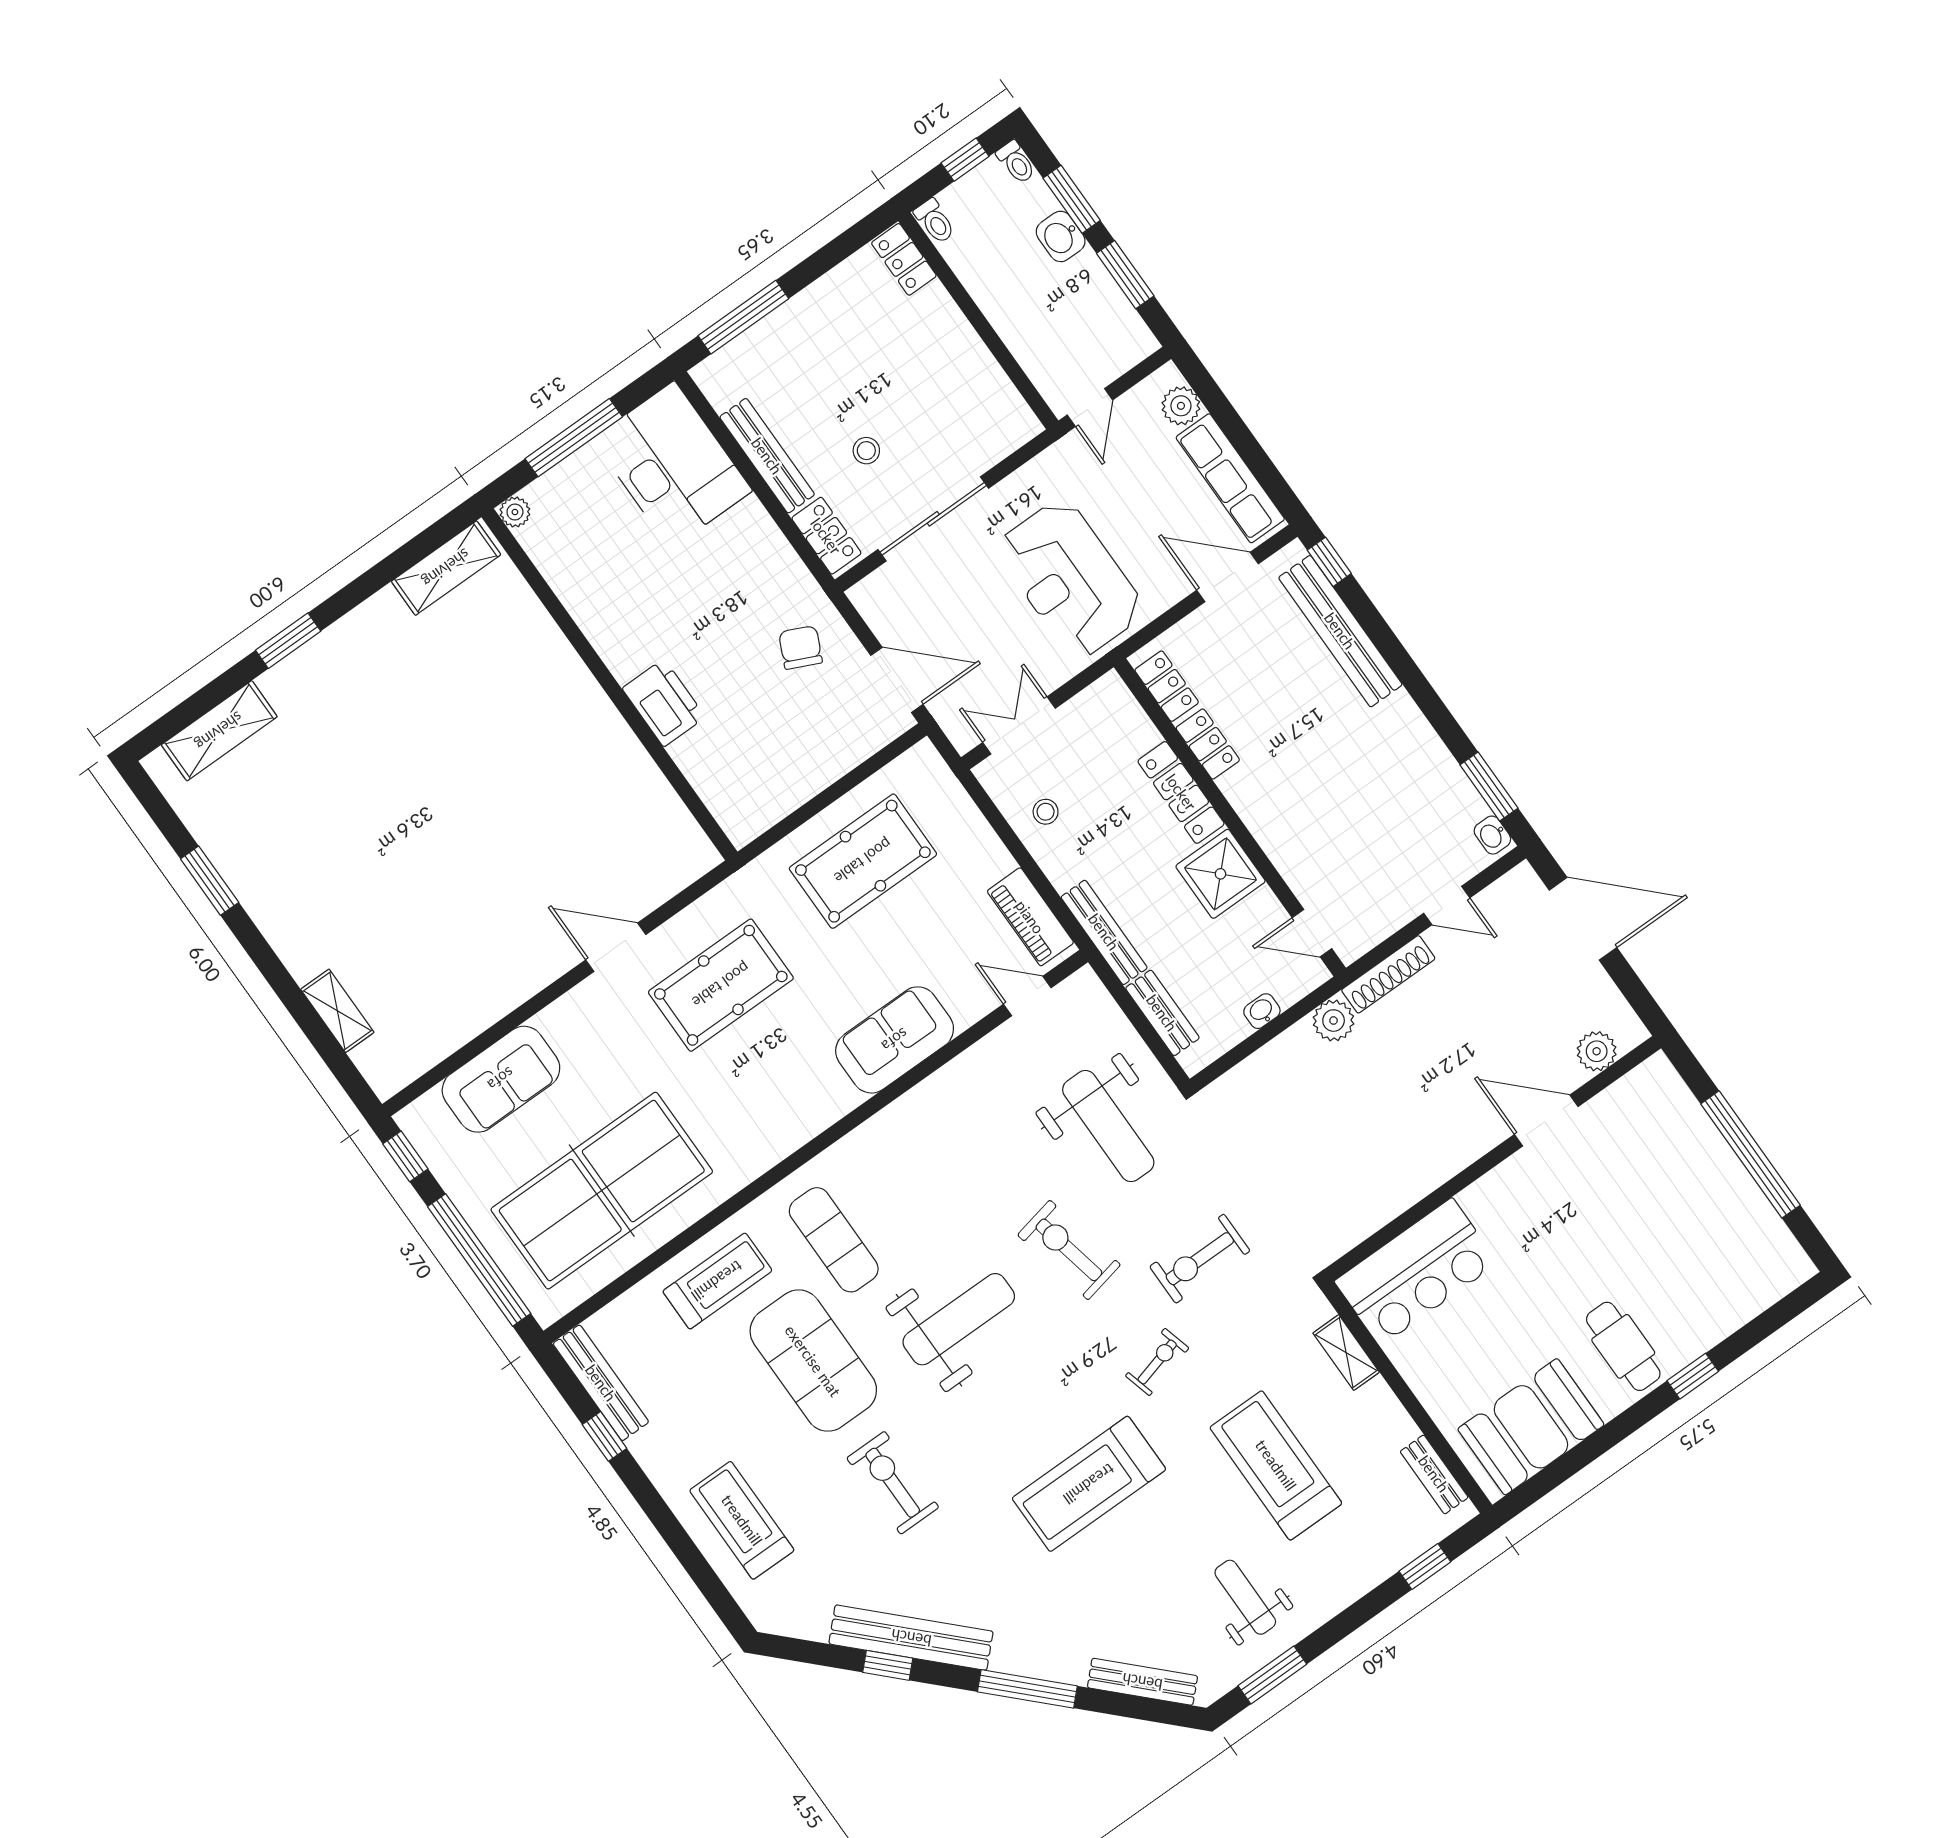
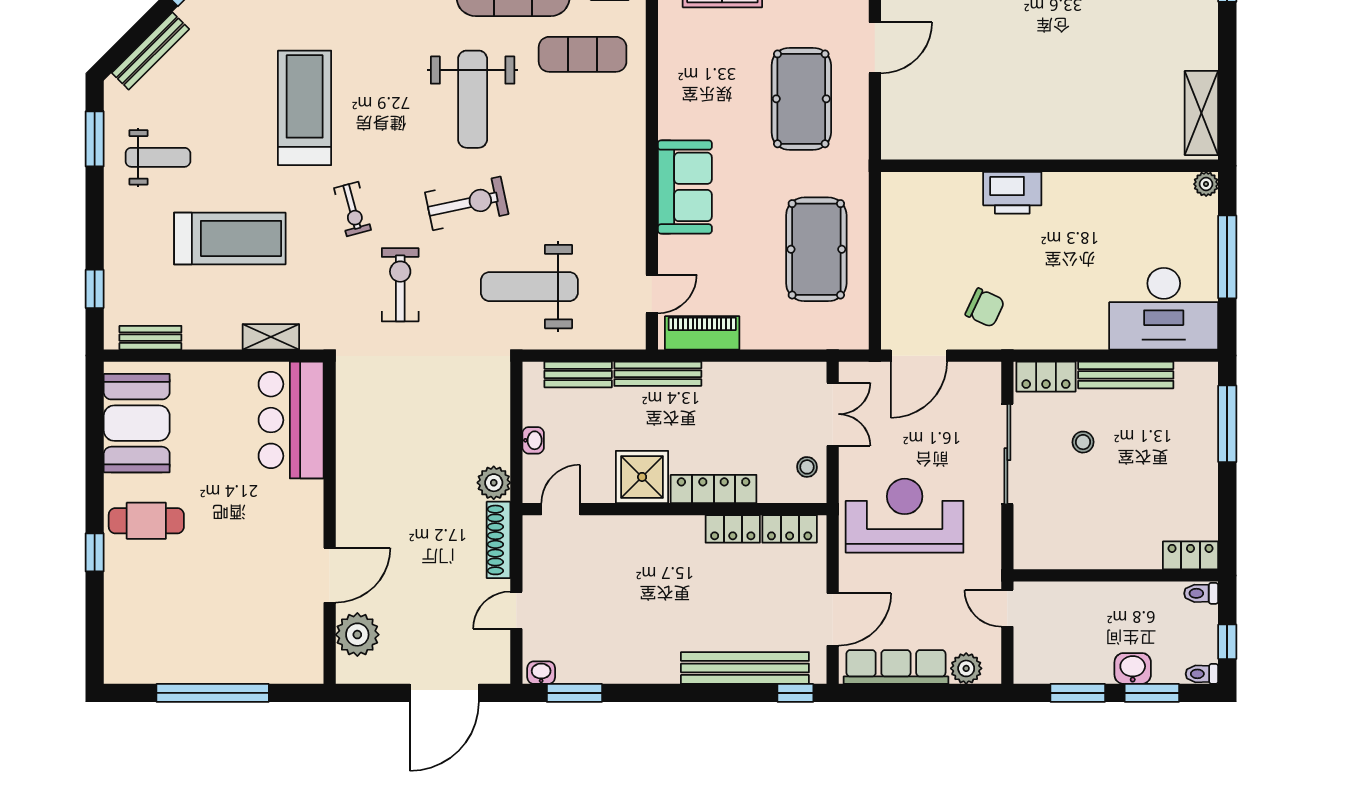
stool: (1046, 812) -> (807, 467), moved
plant: (1597, 1051) -> (357, 635), width x1.36, depth x1.36

